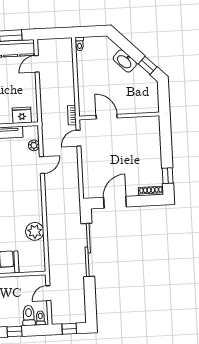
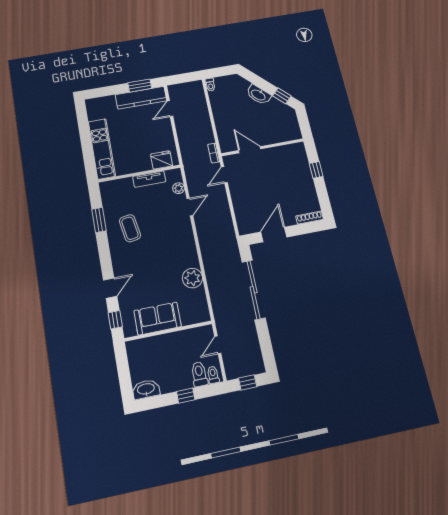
window: (168, 176) -> (316, 170), moved

